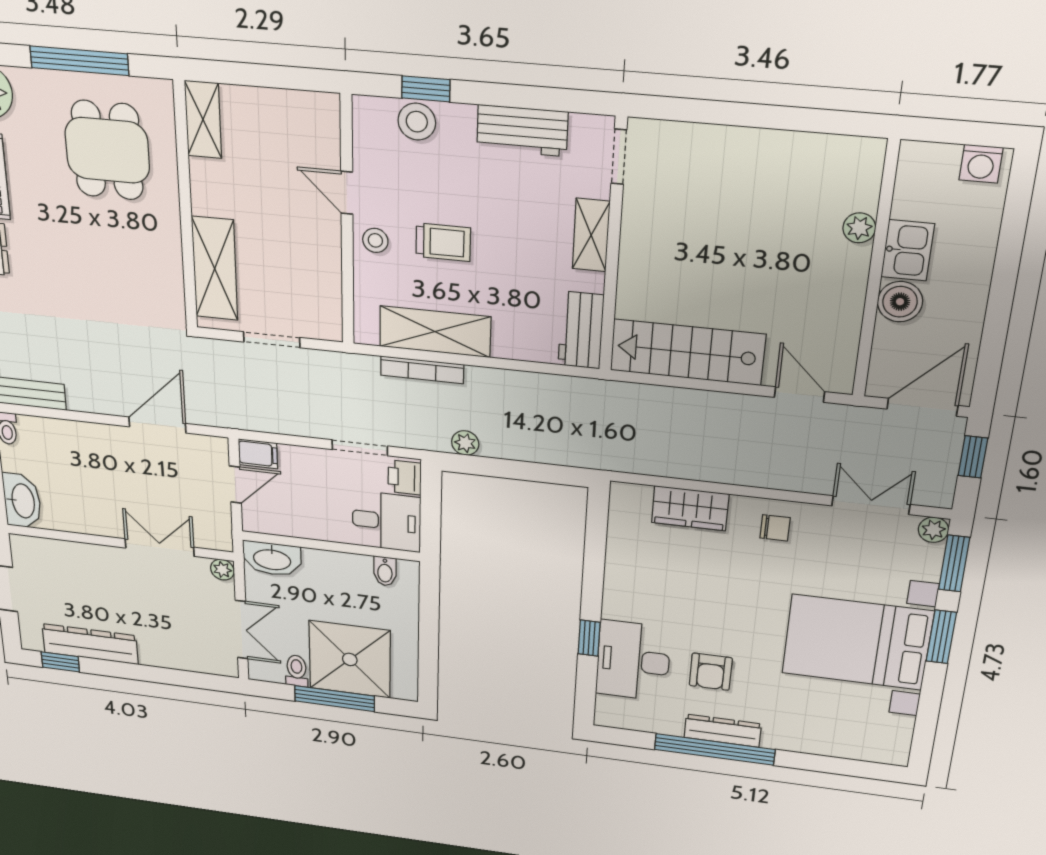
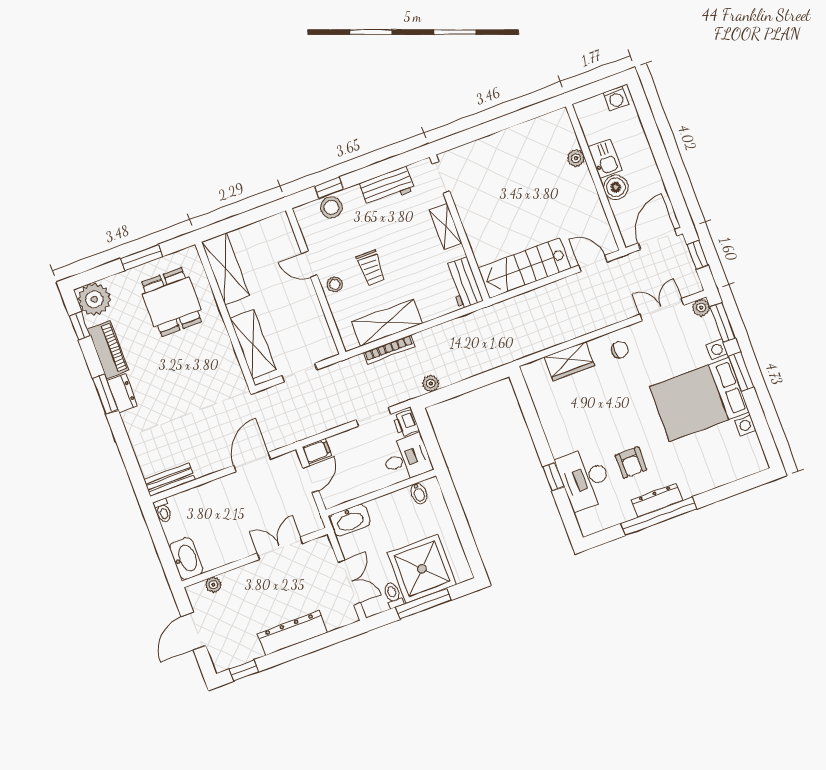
window: (79, 61) -> (141, 258), width x0.69
shelving: (203, 120) -> (225, 269), width x1.50, depth x1.33
trolley: (443, 242) -> (371, 268), turned 90
plant: (222, 570) -> (213, 585), moved
dresser: (90, 644) -> (292, 633), moved

